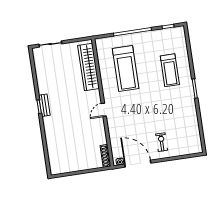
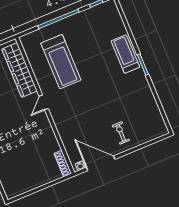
treadmill: (170, 70) -> (125, 54), moved, turned 180
door: (104, 110) -> (44, 102), moved

